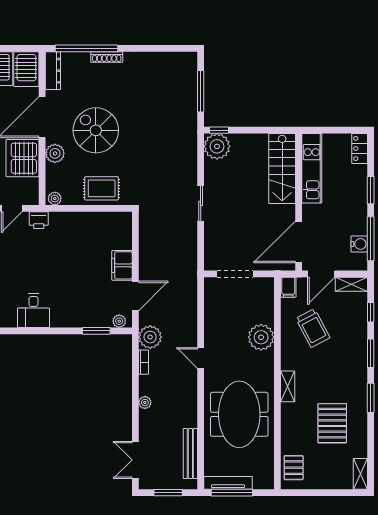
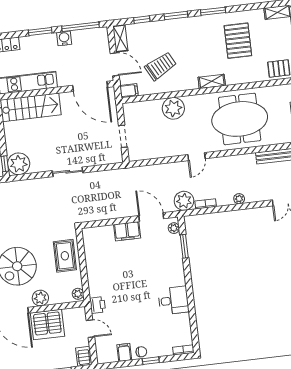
water cooler: (359, 244) -> (64, 38), moved
doorway: (235, 274) -> (123, 136), width x0.73
pallet: (332, 423) -> (238, 41), turned 90

